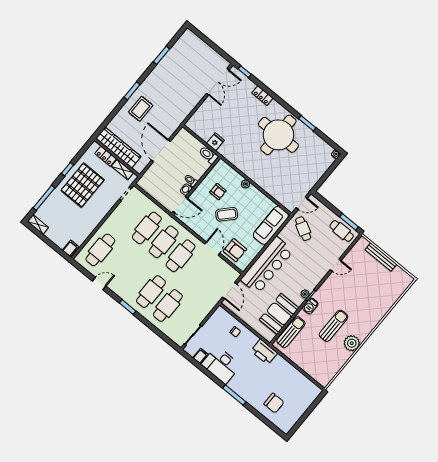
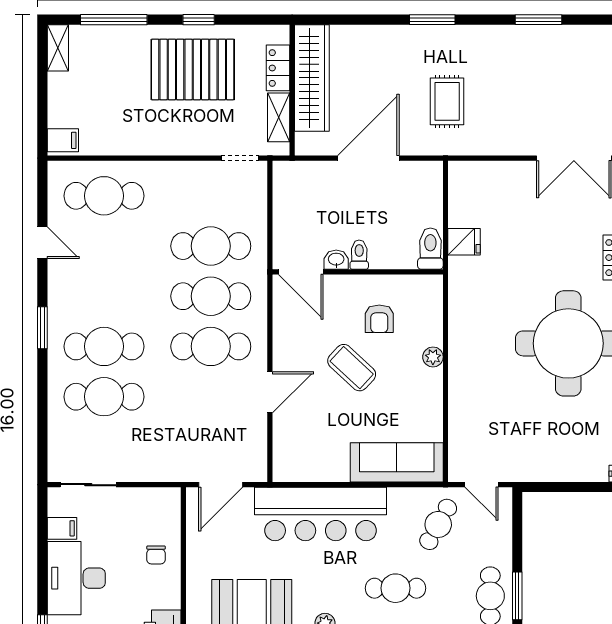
rug: (141, 109) -> (447, 101), moved, turned 90
armchair: (235, 250) -> (300, 435), removed
cafe table: (313, 261) -> (395, 588), added

